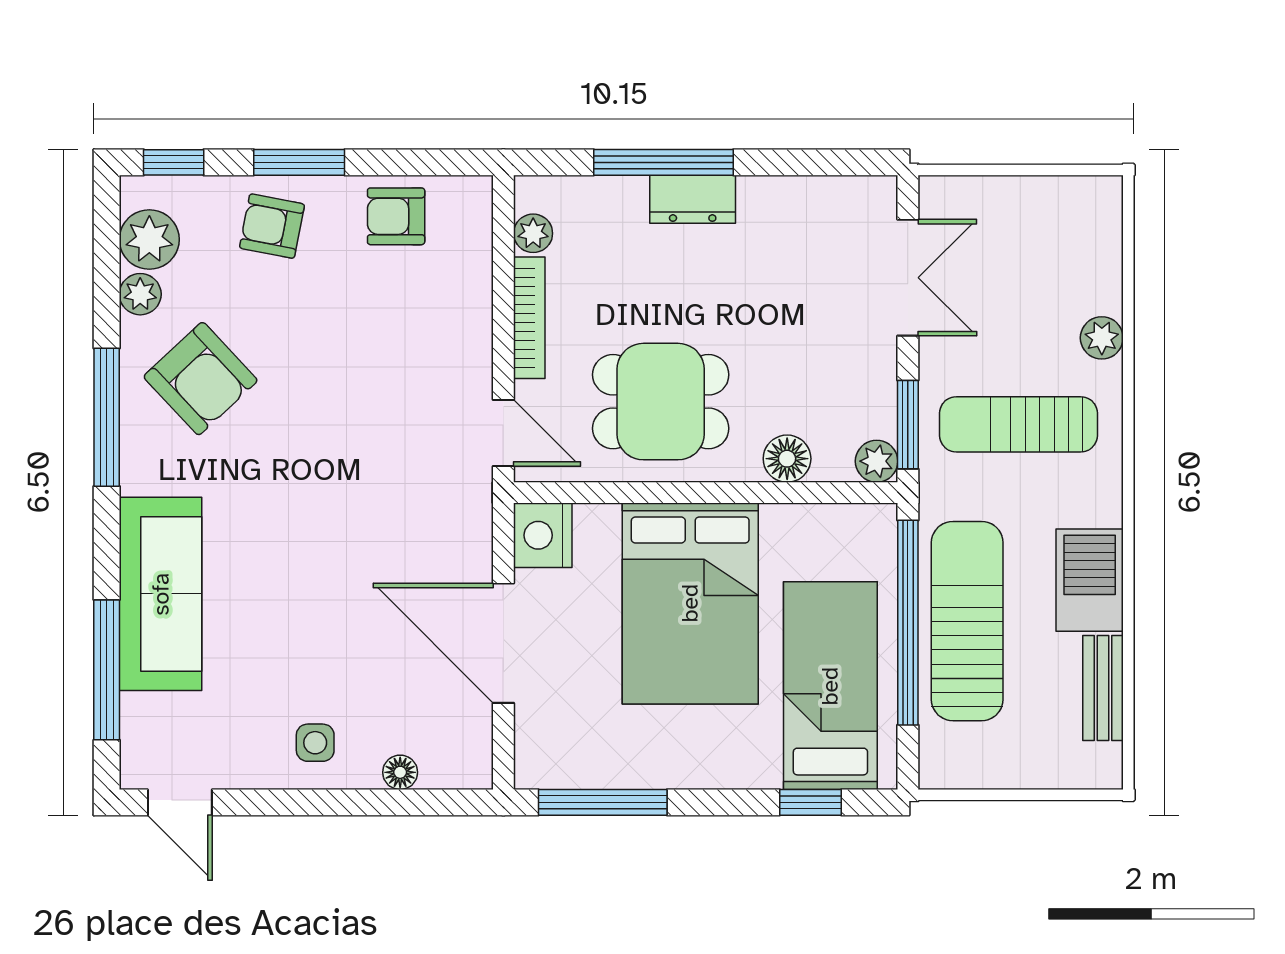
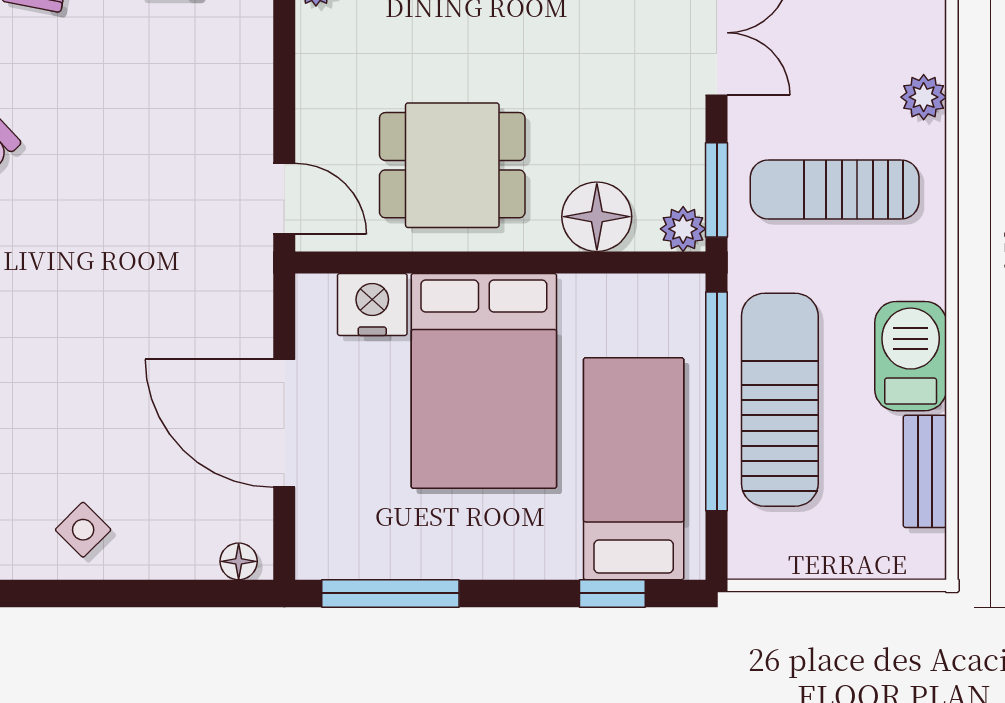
bookcase: (529, 318) -> (312, 76), removed
floor lamp: (787, 459) -> (597, 217), width x1.38, depth x1.38
nightstand: (543, 535) -> (372, 305), moved, turned 90
side table: (315, 743) -> (83, 530), turned 45
floor lamp: (400, 772) -> (239, 561), moved

